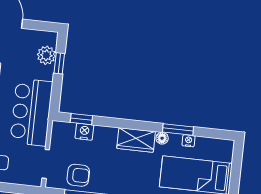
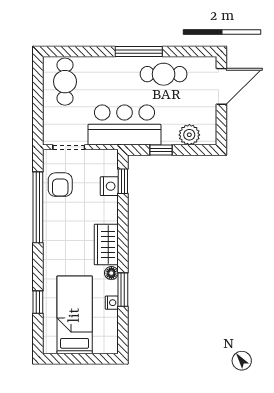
window: (59, 63) -> (161, 150), moved

